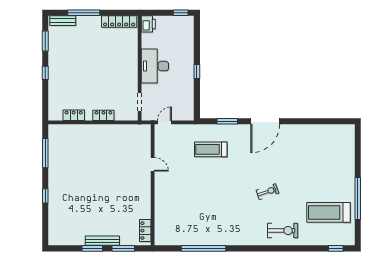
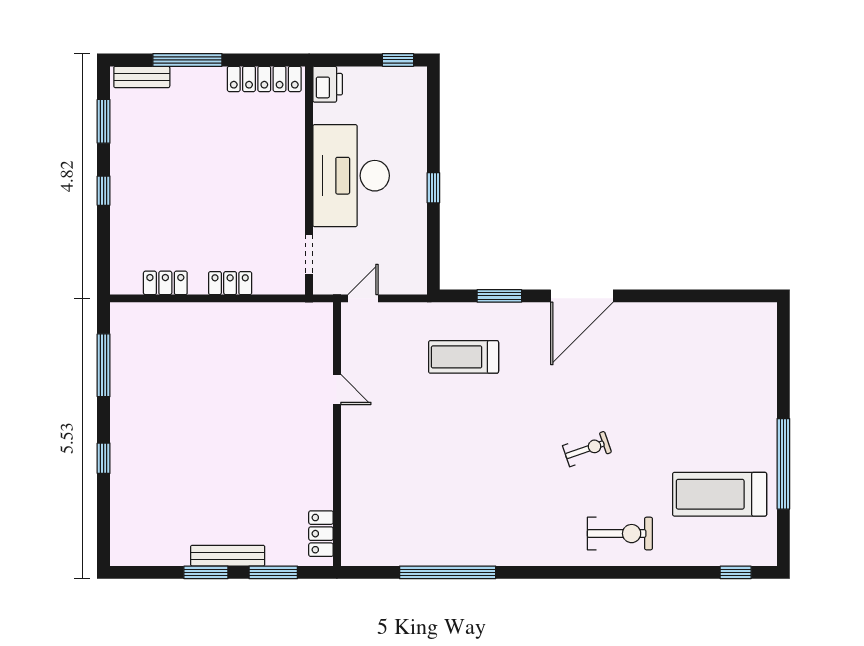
desk: (155, 66) -> (351, 176), width x1.36, depth x1.30

